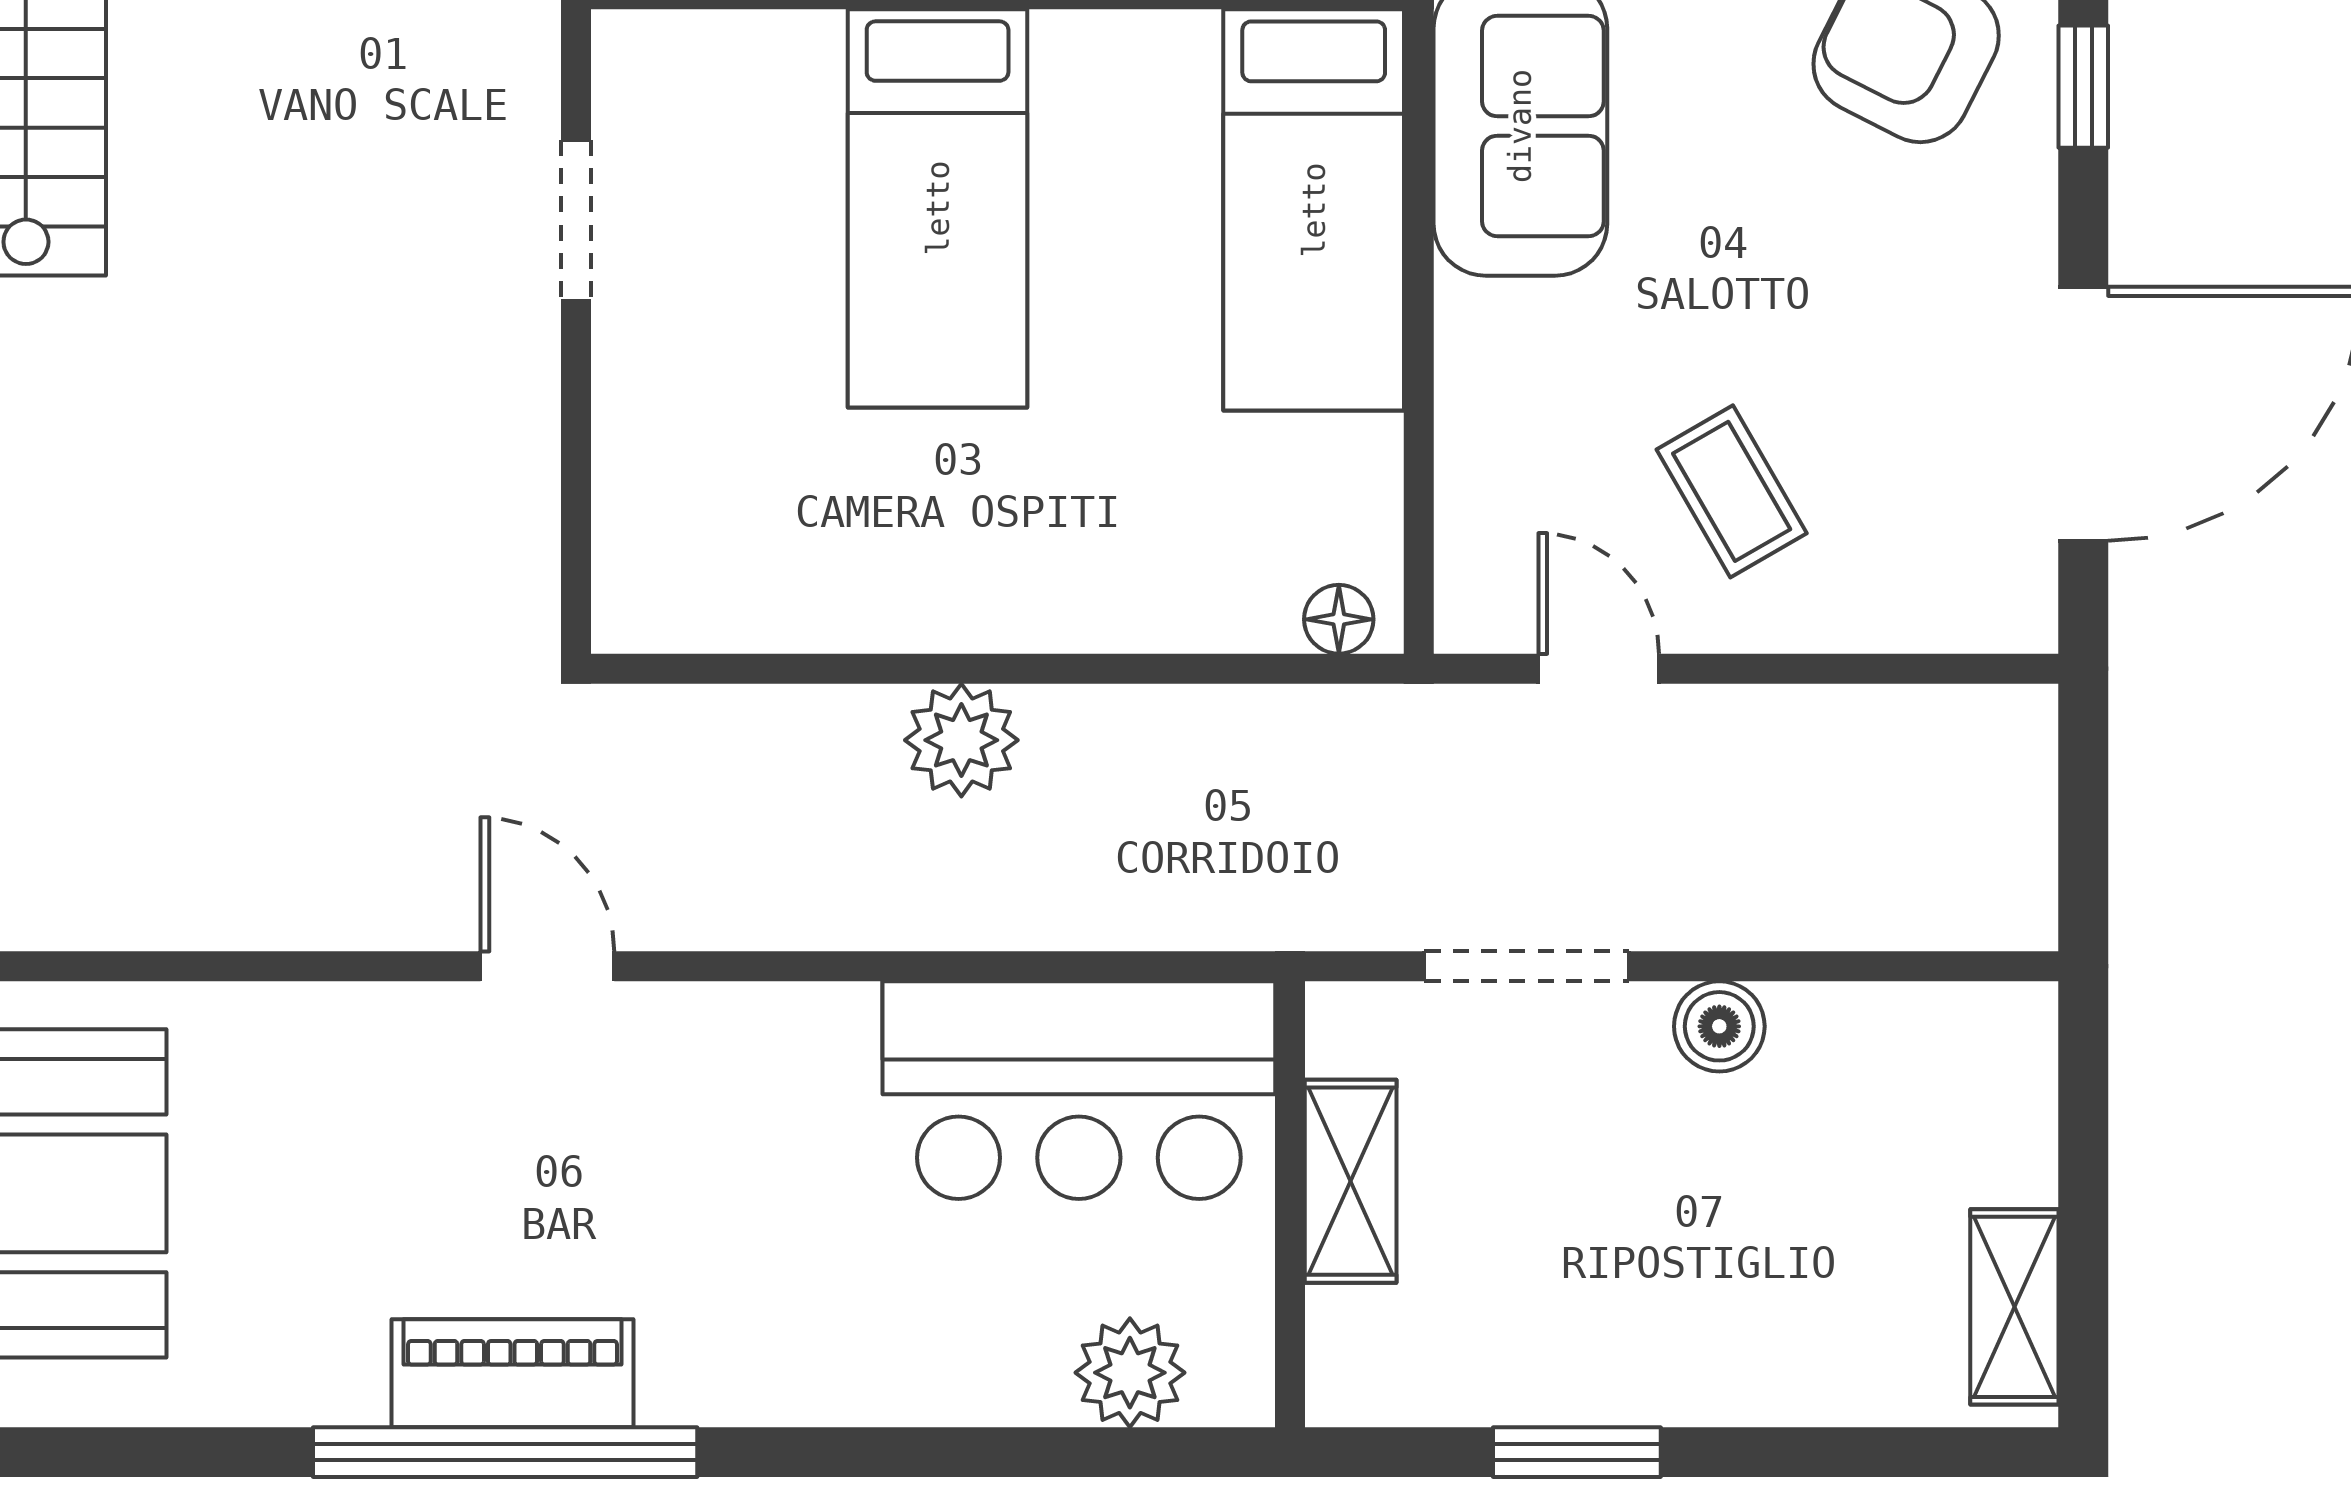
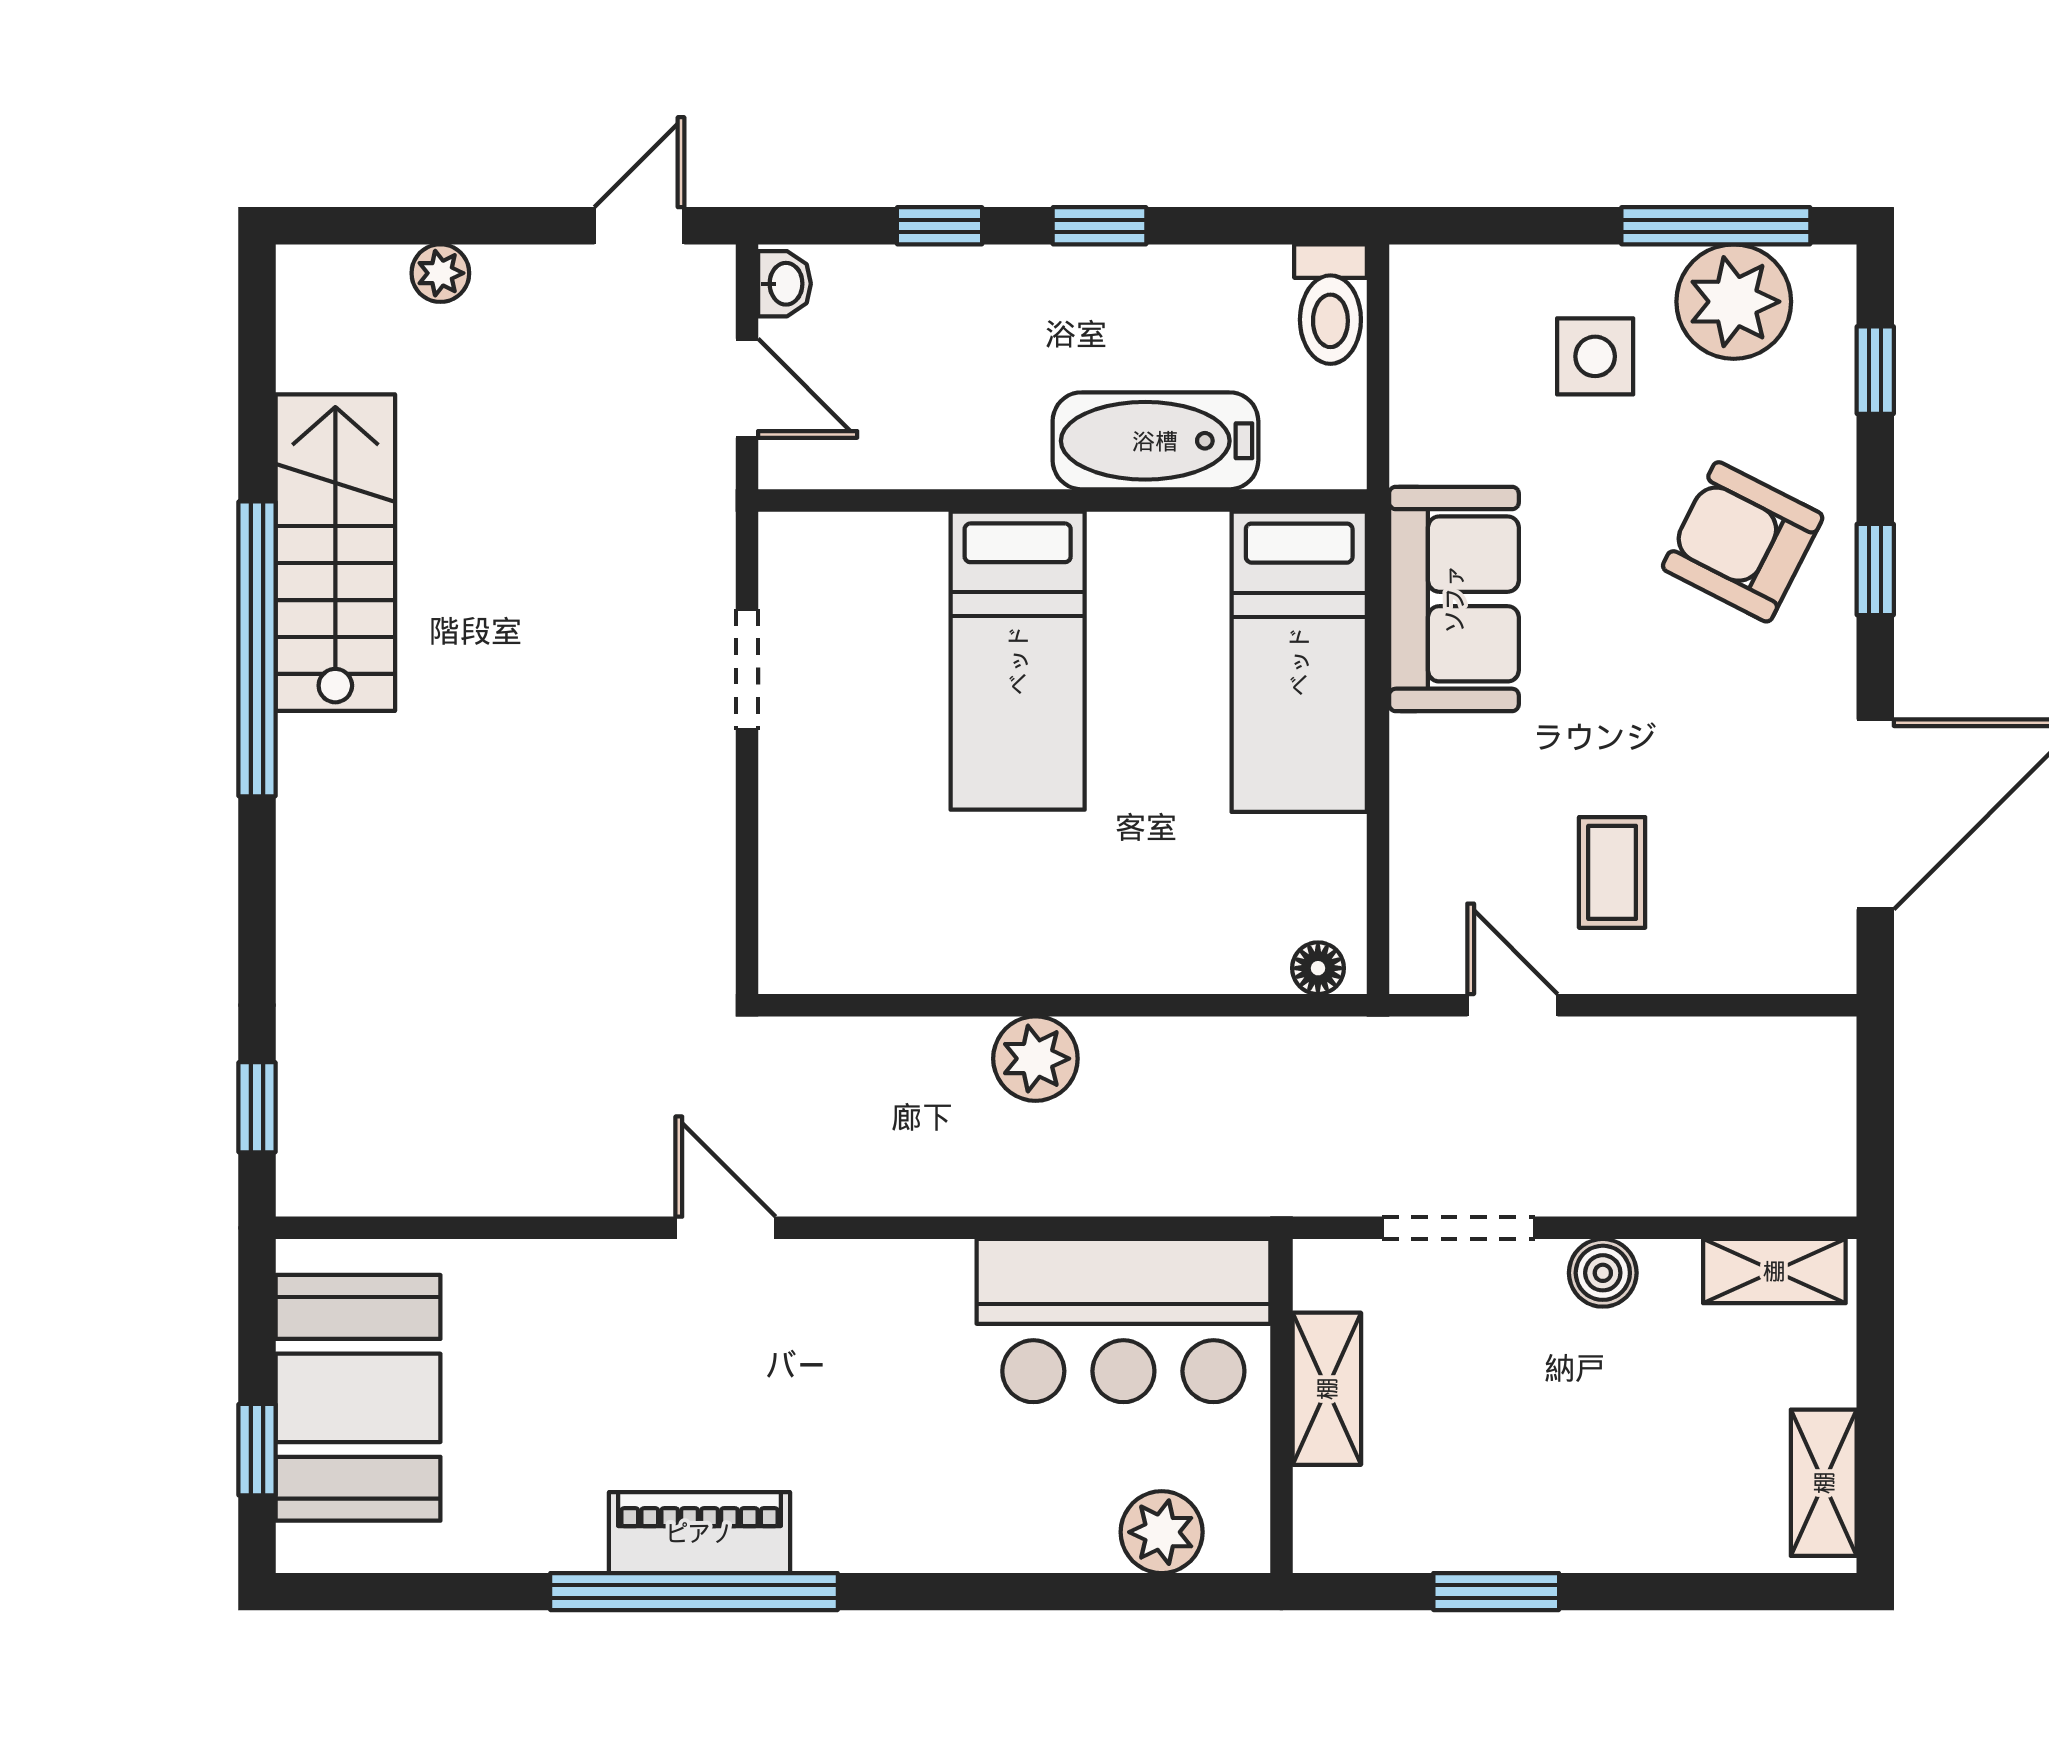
coffee table: (1732, 491) -> (1612, 872), turned 30
shelving: (1948, 1024) -> (1774, 1271), added

